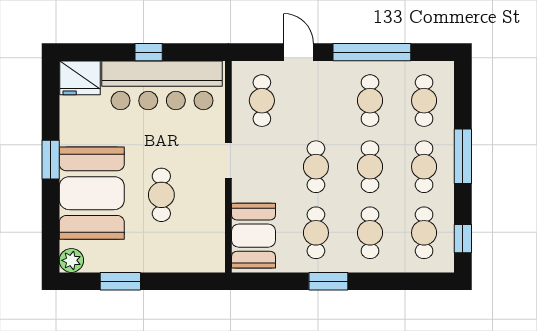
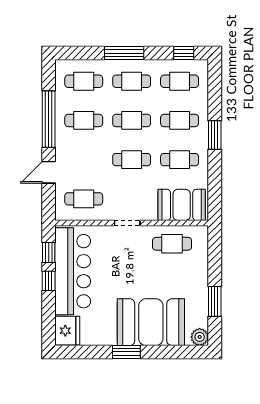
window: (188, 52) -> (49, 252), added
cafe table: (161, 195) -> (172, 244), moved
window: (328, 281) -> (215, 135), moved

